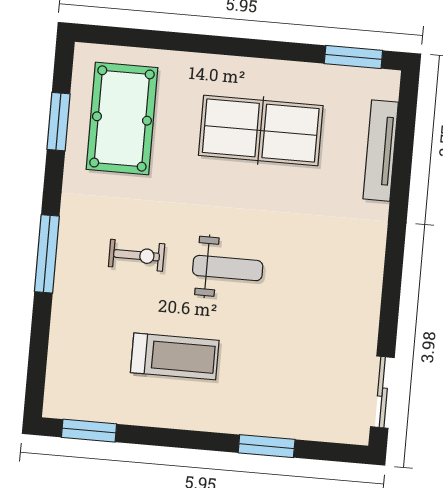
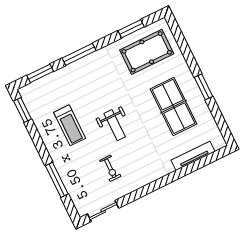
window: (353, 57) -> (203, 87), moved
exercise bike: (137, 255) -> (110, 168), moved
window: (38, 353) -> (40, 73), added
window: (267, 446) -> (57, 180), width x1.44

